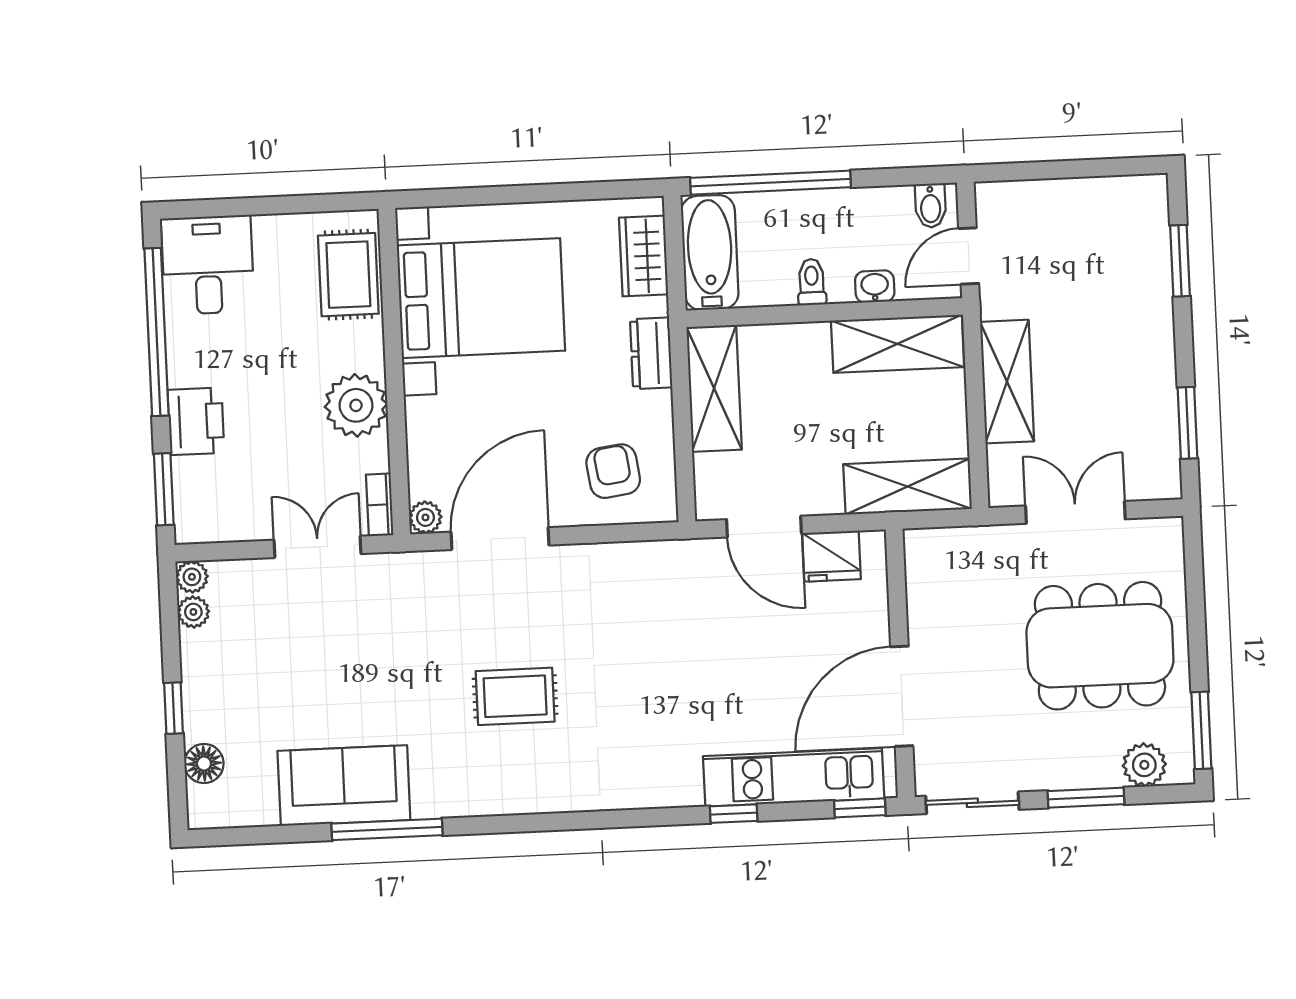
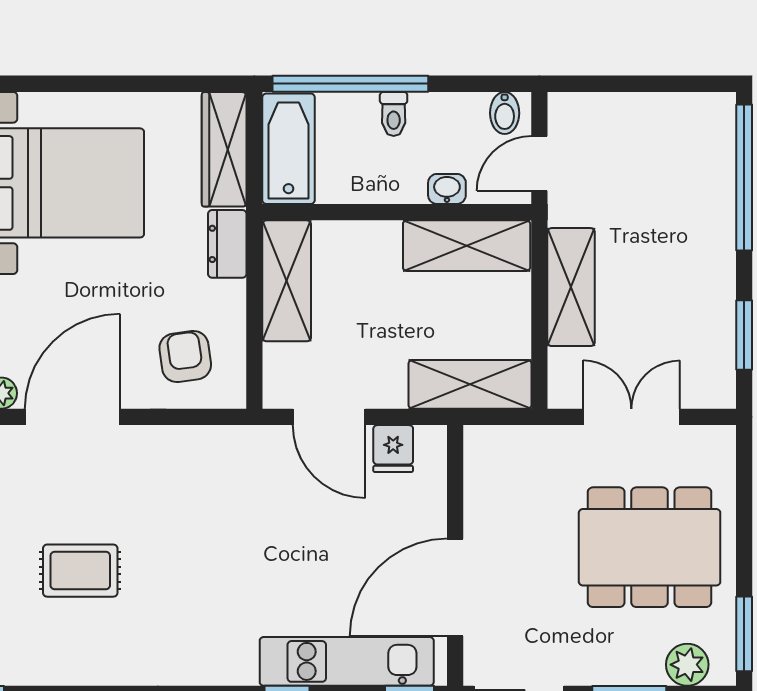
wardrobe: (644, 256) -> (224, 149), width x1.50
window: (1180, 261) -> (744, 178), width x2.11
toilet: (812, 282) -> (394, 114), moved, turned 180
fridge: (831, 556) -> (393, 449), width x0.72

